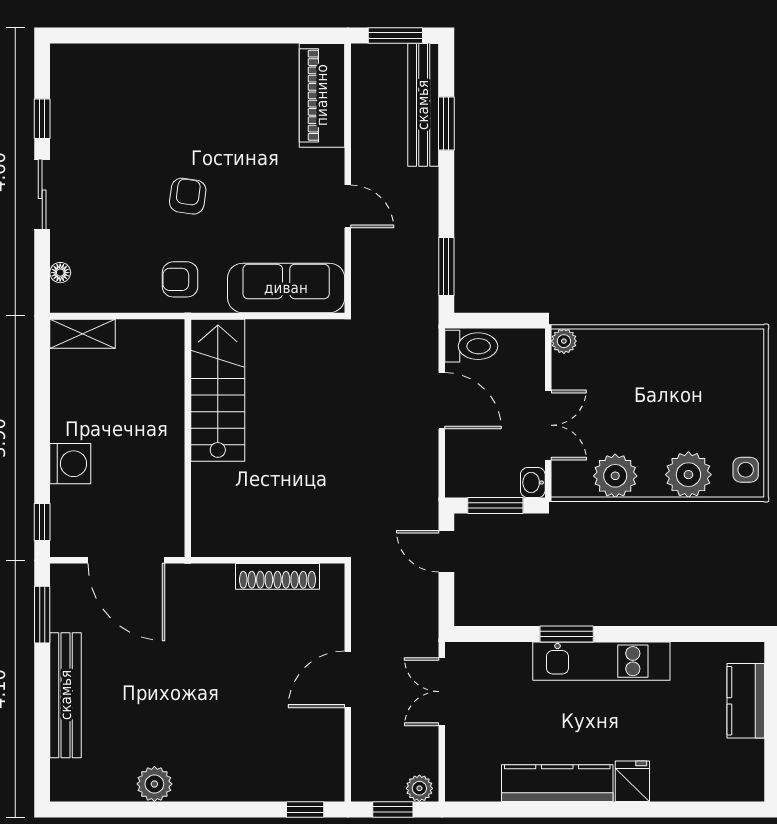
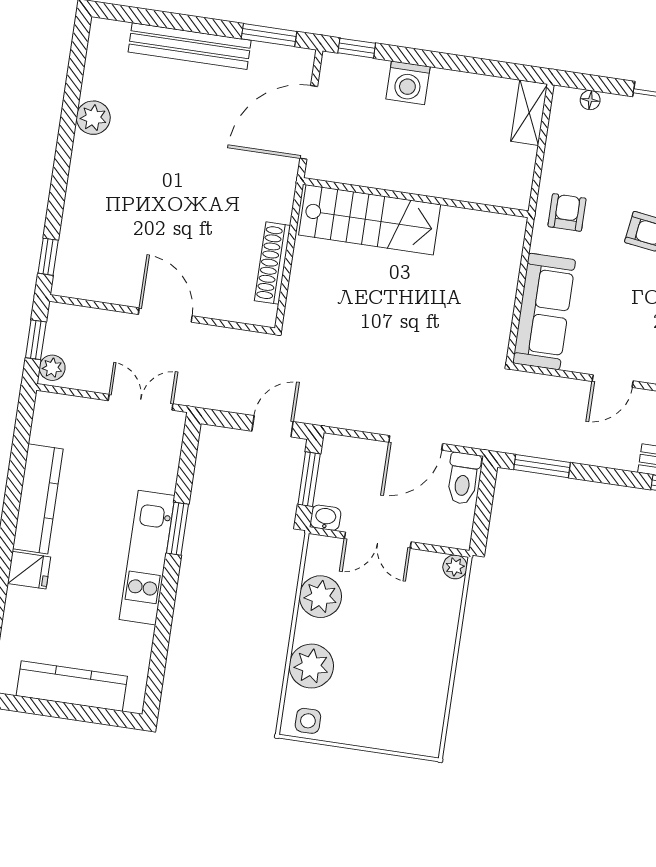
stairs: (218, 390) -> (370, 220), moved
kitchen counter: (746, 701) -> (72, 686), width x1.50

